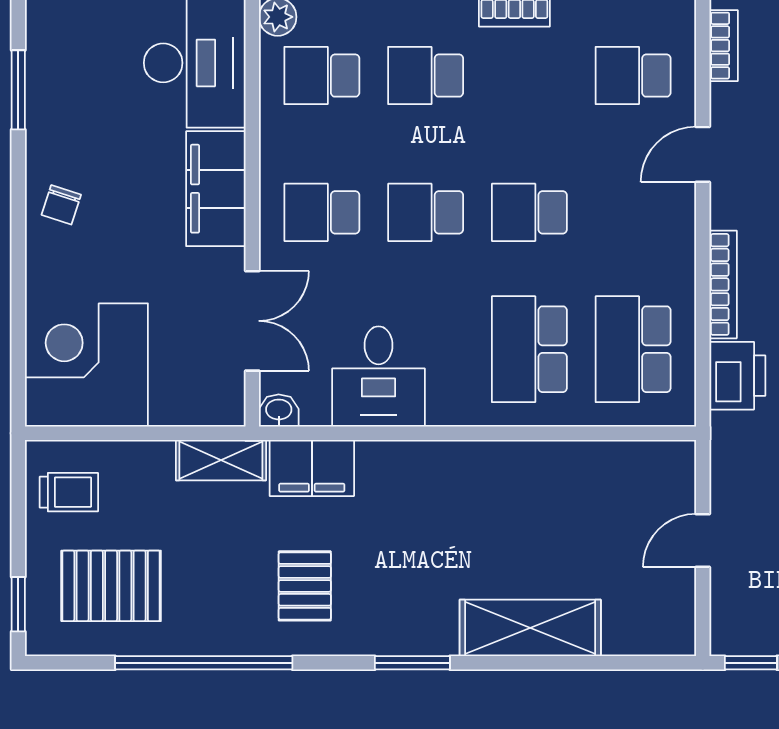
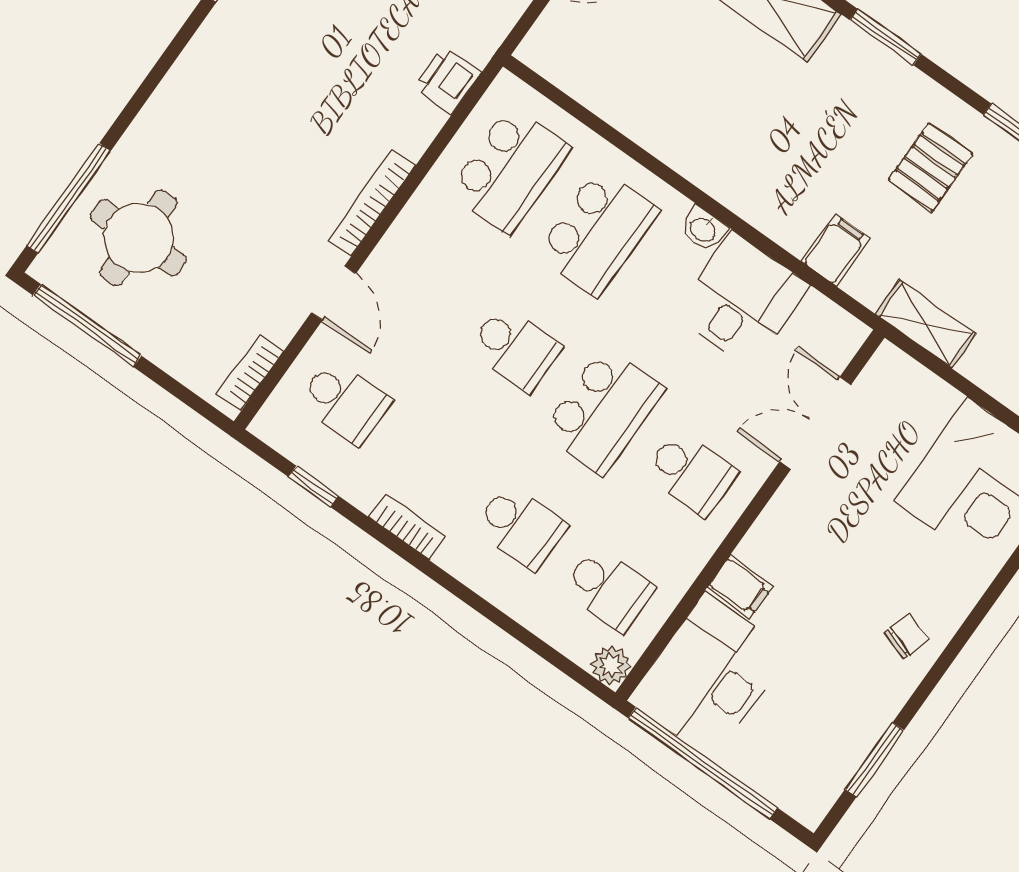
door: (703, 154) -> (333, 293), hinge flipped
filing cabinet: (216, 189) -> (740, 587), width x0.33, depth x0.86
school desk: (426, 212) -> (603, 411), width x1.85
bookcase: (723, 284) -> (372, 203), moved
printer: (737, 376) -> (447, 80), width x0.73, depth x0.81
washbasin: (279, 410) -> (703, 229), moved
filing cabinet: (312, 468) -> (836, 250), width x0.50

